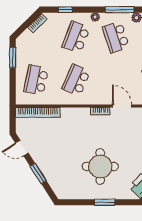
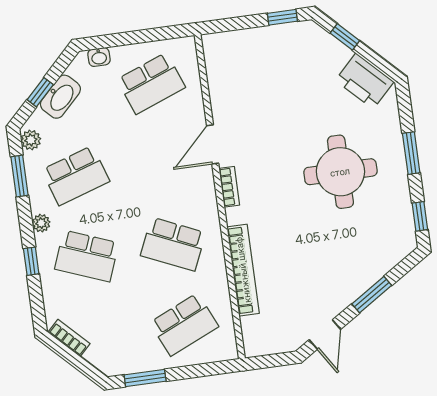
window: (65, 10) -> (31, 261), moved
window: (120, 10) -> (20, 176), width x0.69
school desk: (36, 80) -> (184, 324), turned -36
bookcase: (38, 112) -> (243, 270), moved
window: (73, 202) -> (420, 216), added

